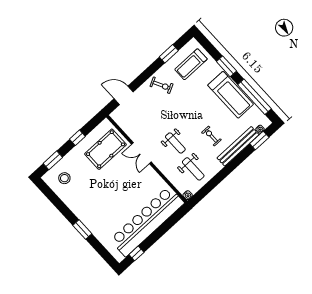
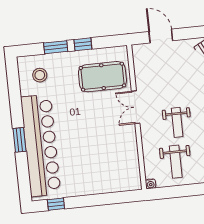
window: (53, 160) -> (56, 47), moved
bar counter: (147, 221) -> (41, 145), moved, turned 90

